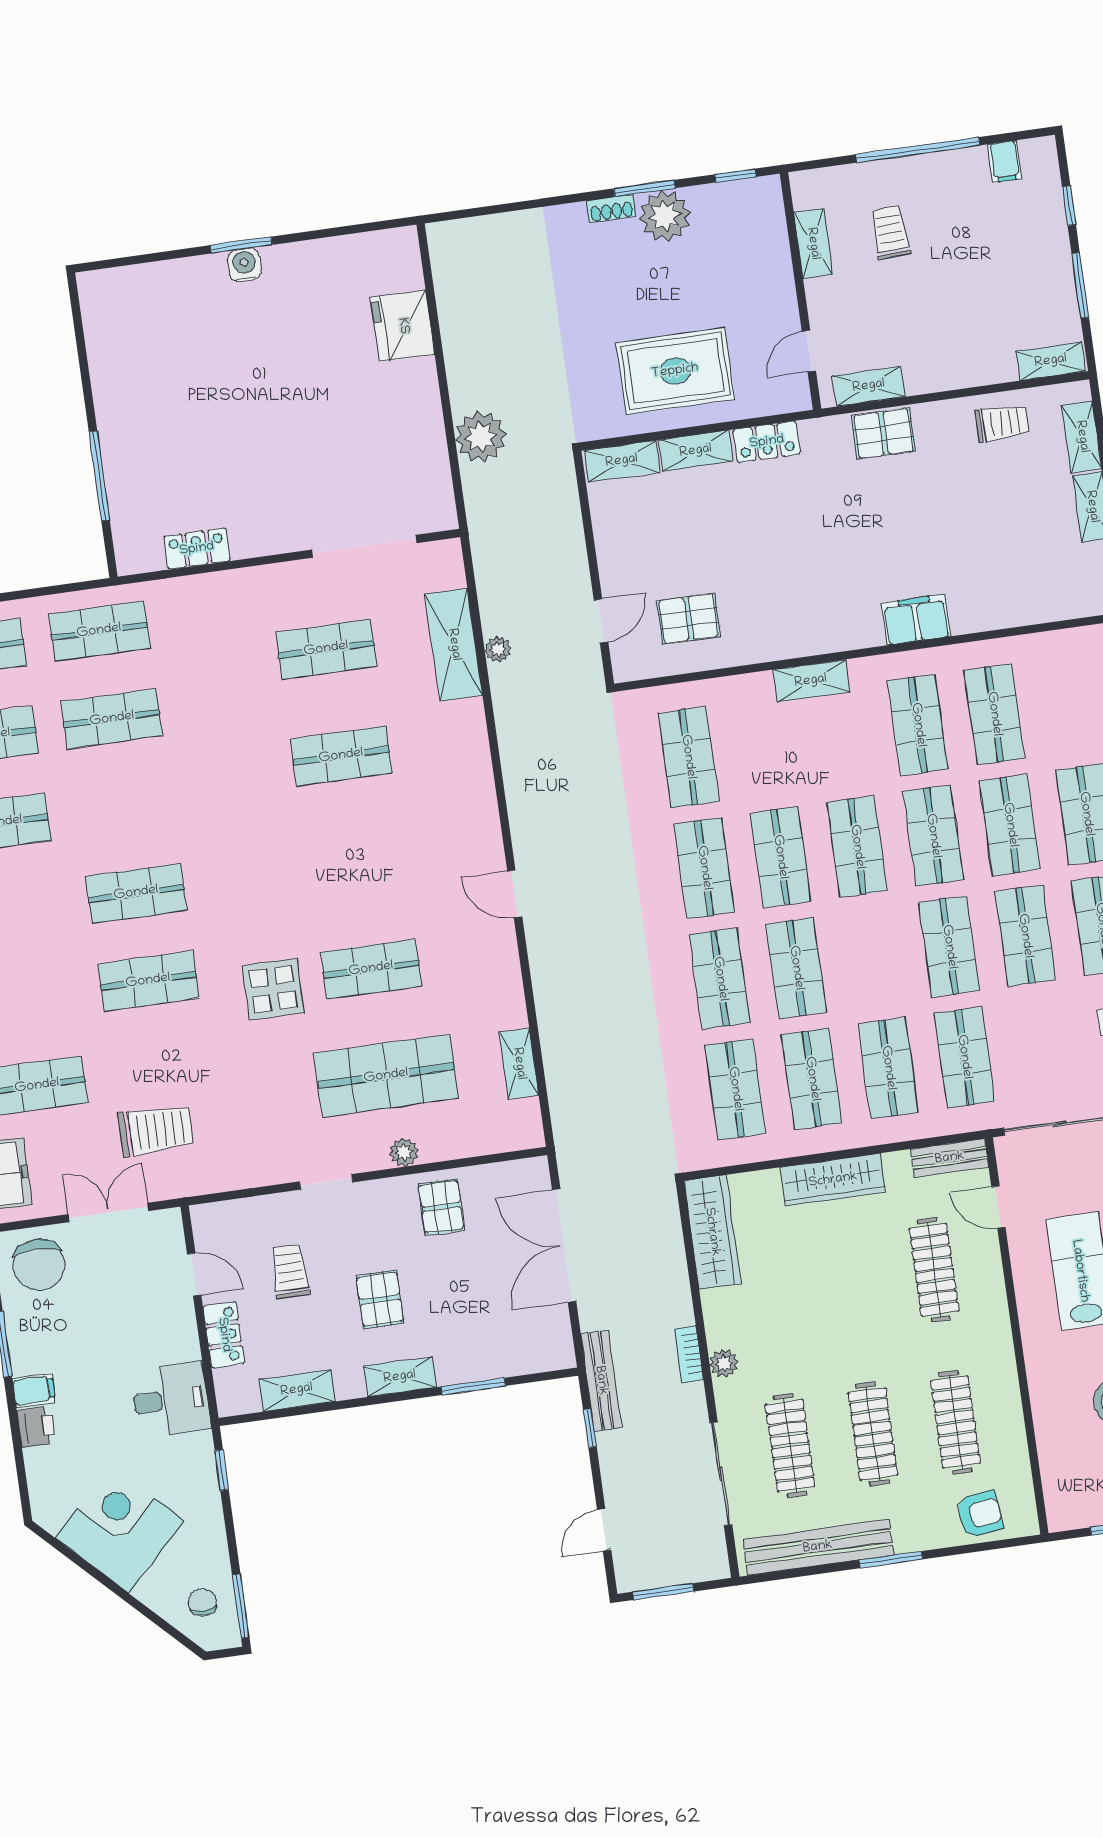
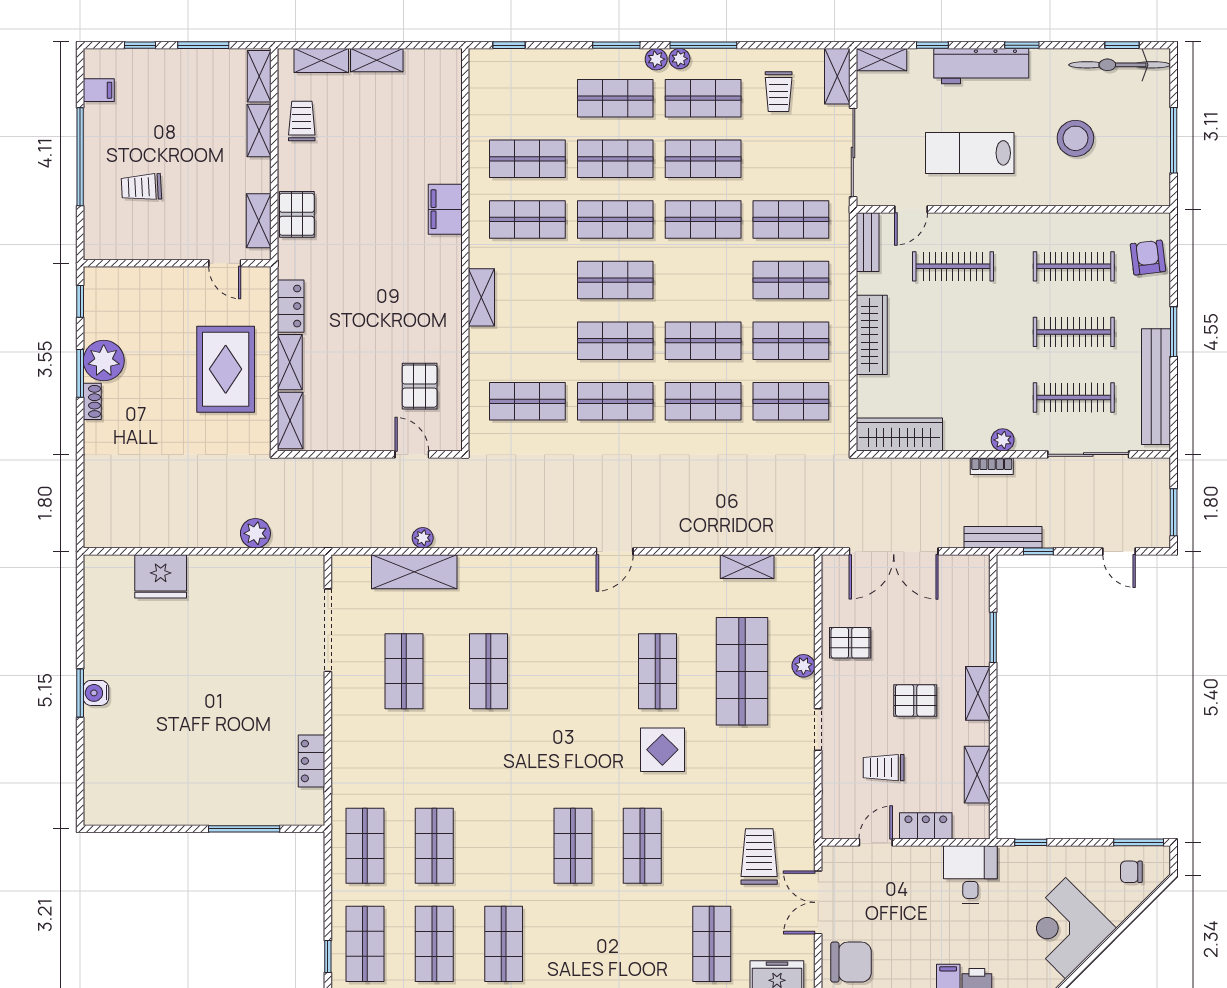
shelving: (813, 244) -> (259, 131), moved, turned 90
plant: (481, 437) -> (255, 533), width x0.73, depth x0.73

